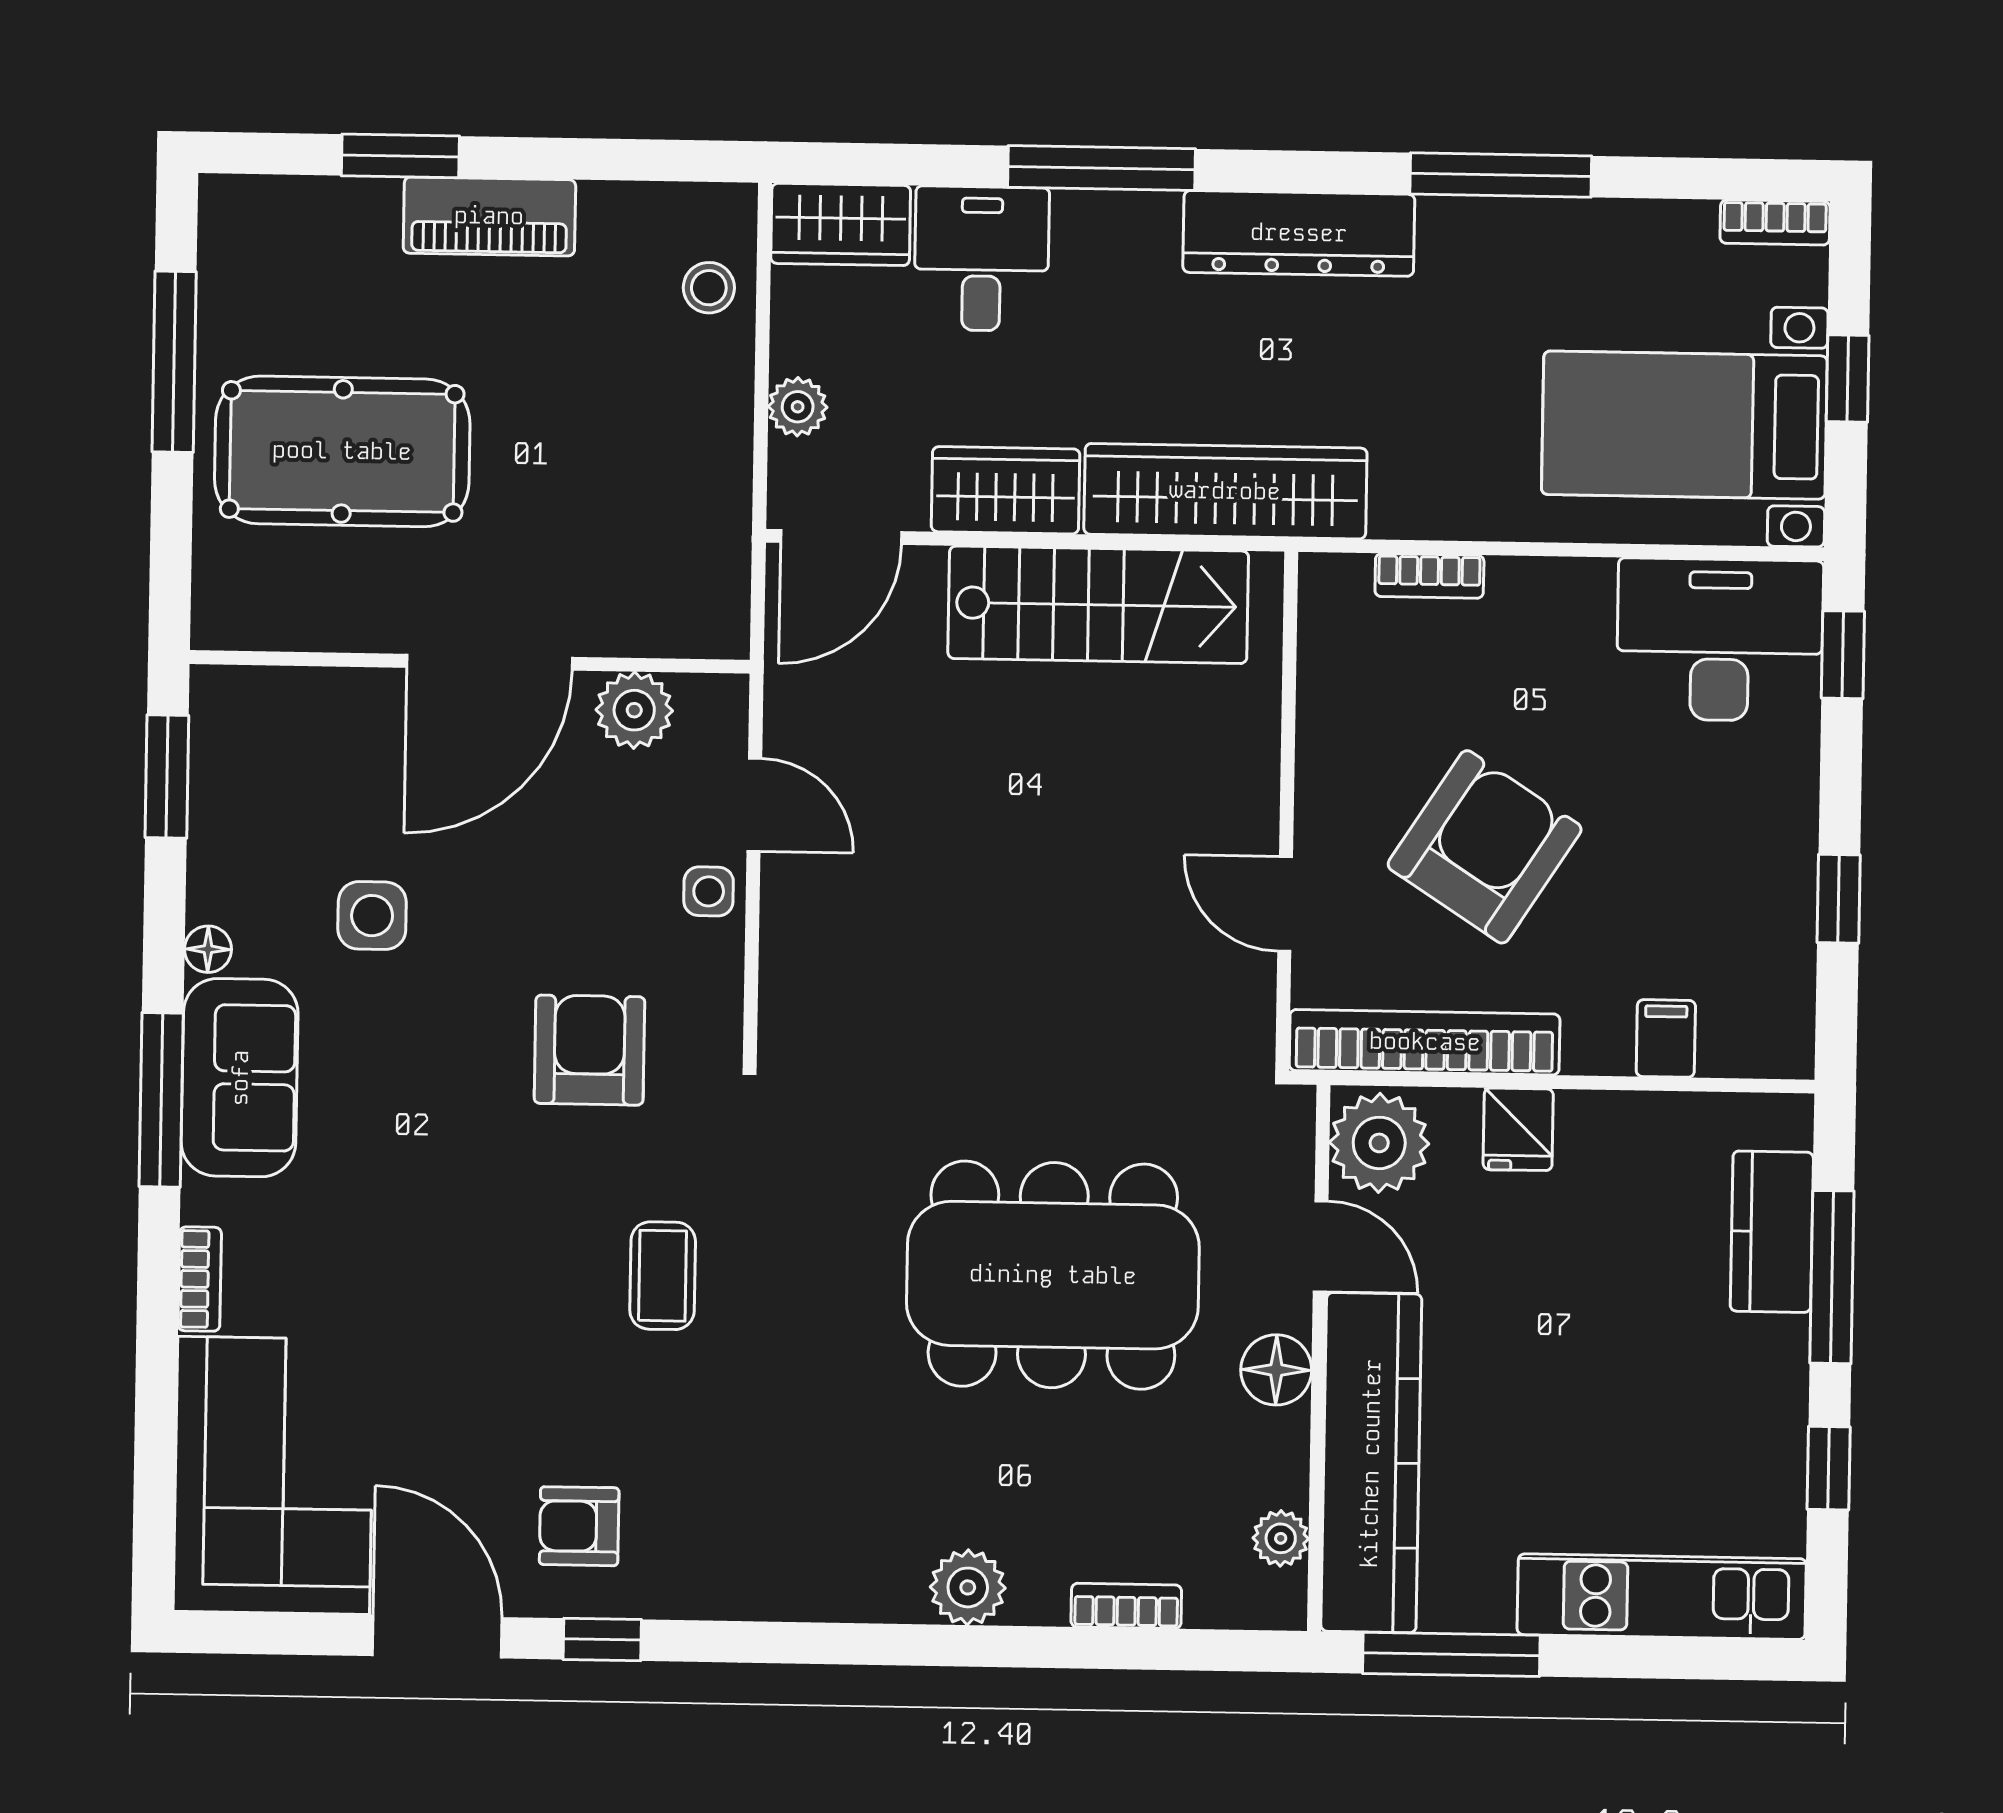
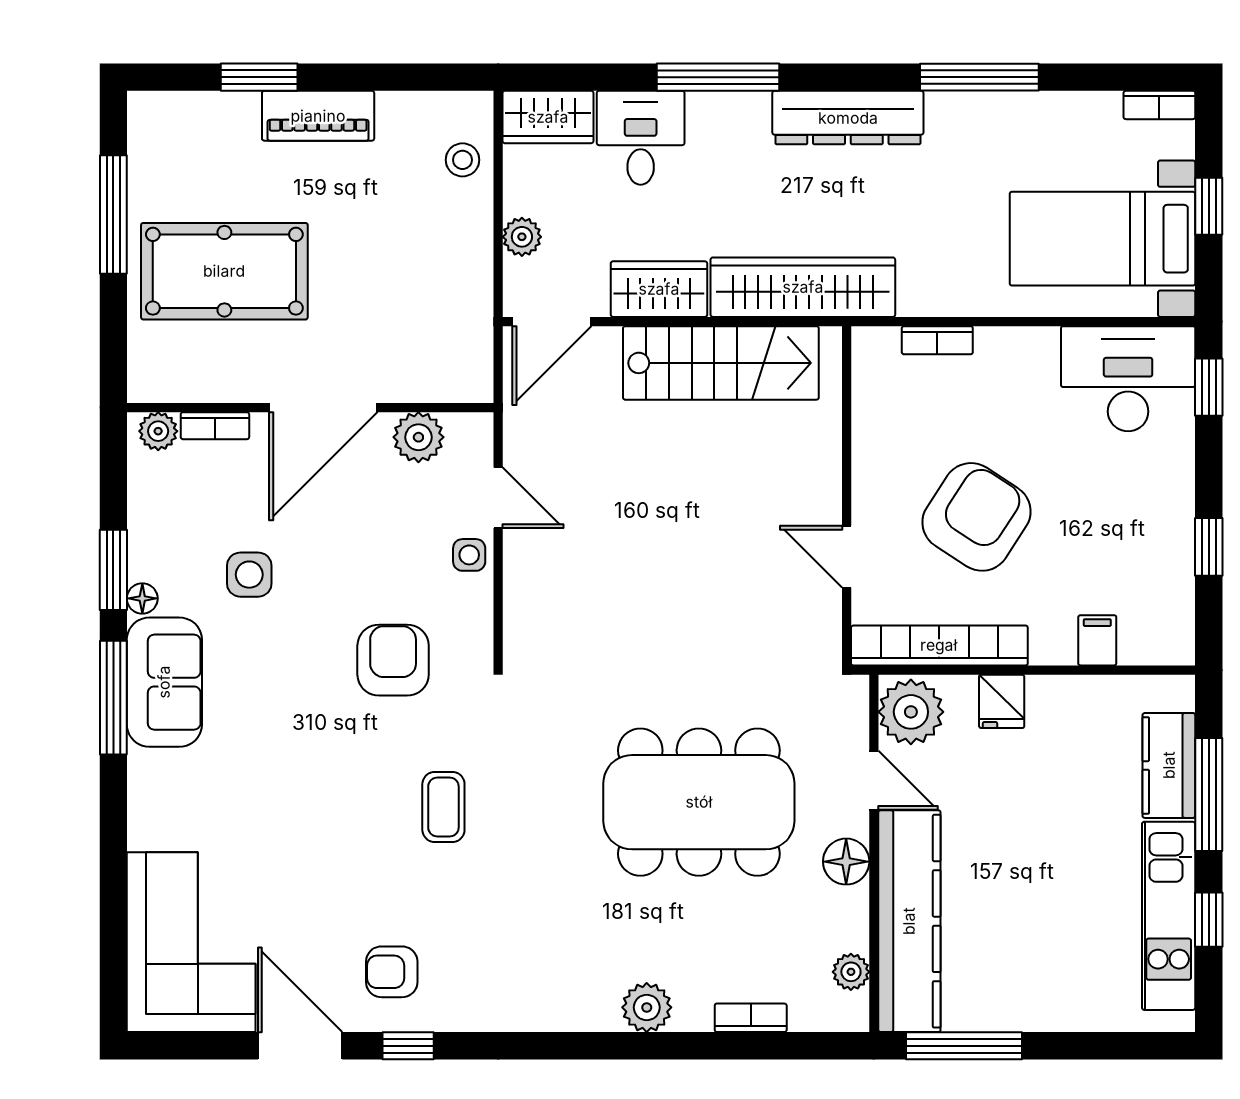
plant: (237, 694) -> (158, 431), added
window: (167, 776) -> (113, 570), moved
bookcase: (200, 1279) -> (215, 426), moved, turned 90
kitchen unit: (1662, 1597) -> (1169, 916), moved, turned -90

